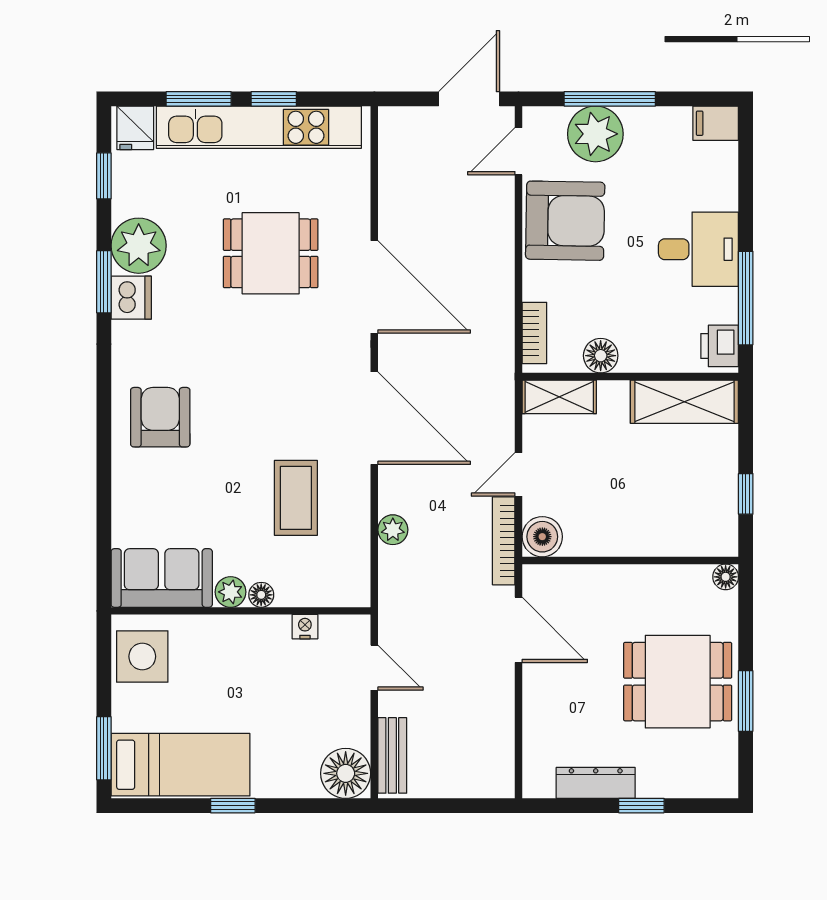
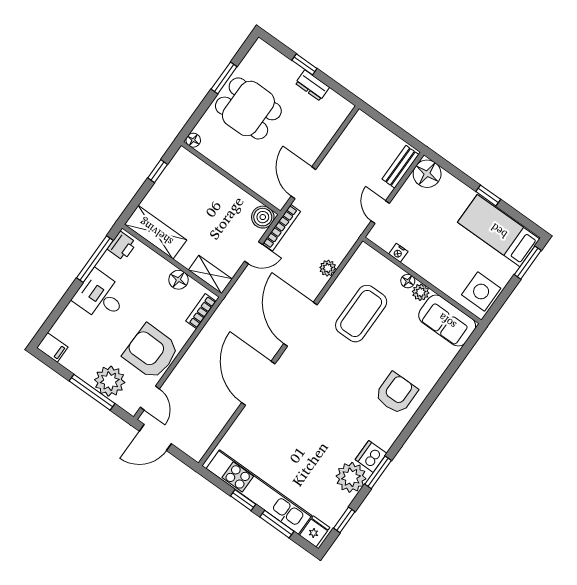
door: (519, 151) -> (150, 398), hinge flipped
dining table: (271, 253) -> (294, 432), removed
armchair: (160, 417) -> (396, 393), turned 180
coffee table: (296, 498) -> (361, 314), width x1.36, depth x1.32
dresser: (596, 783) -> (312, 85), width x0.70

